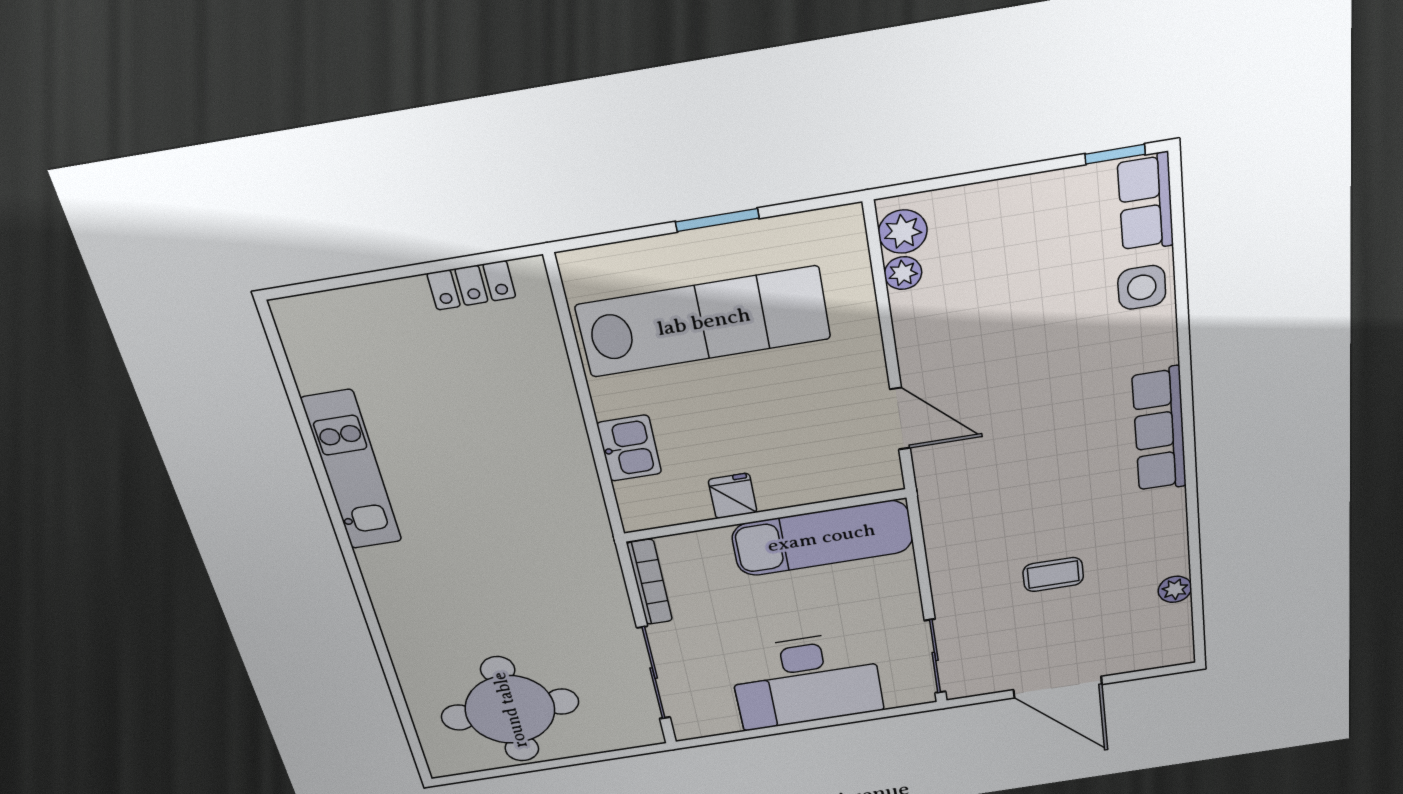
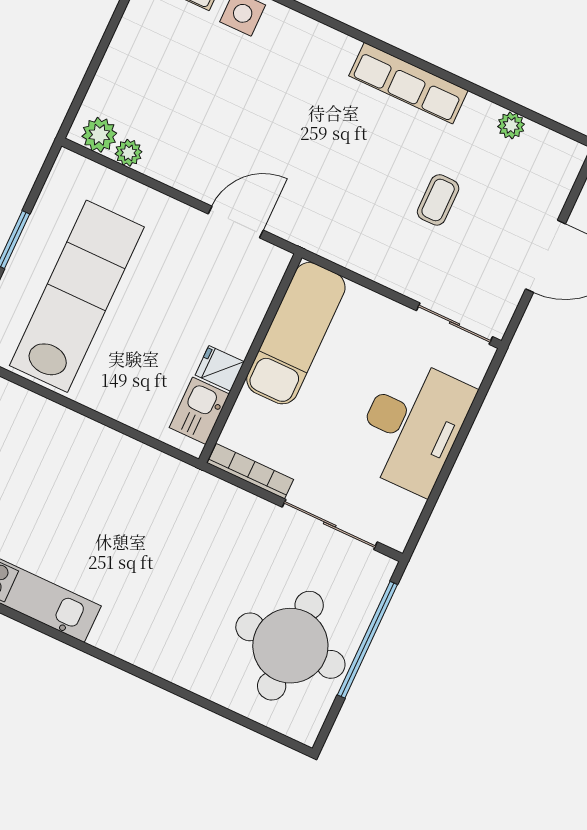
row of seats: (1159, 430) -> (408, 83), moved
kitchen sink: (629, 448) -> (199, 411), moved, turned -90
window: (571, 761) -> (367, 640), added

